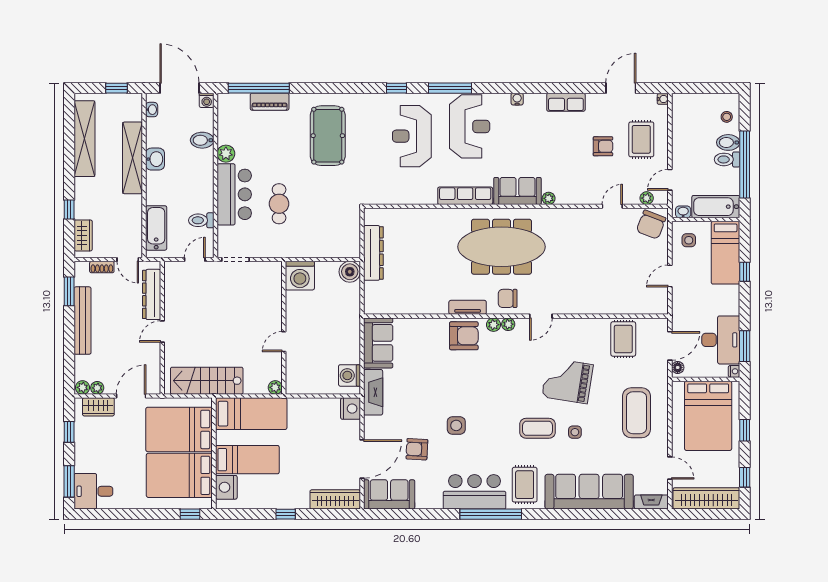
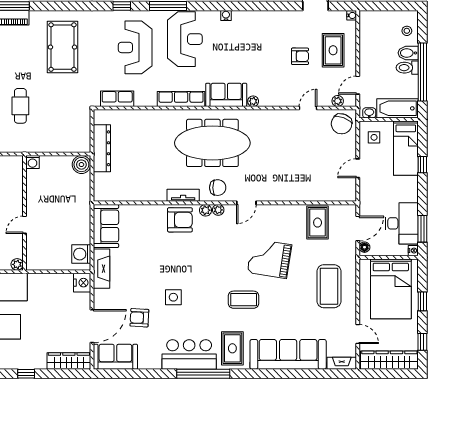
row of seats: (566, 102) -> (117, 99), moved, turned 180
washing machine: (300, 276) -> (33, 162), width x0.53, depth x0.53
chair: (508, 298) -> (218, 188), turned 180
side table: (575, 432) -> (276, 303), removed

